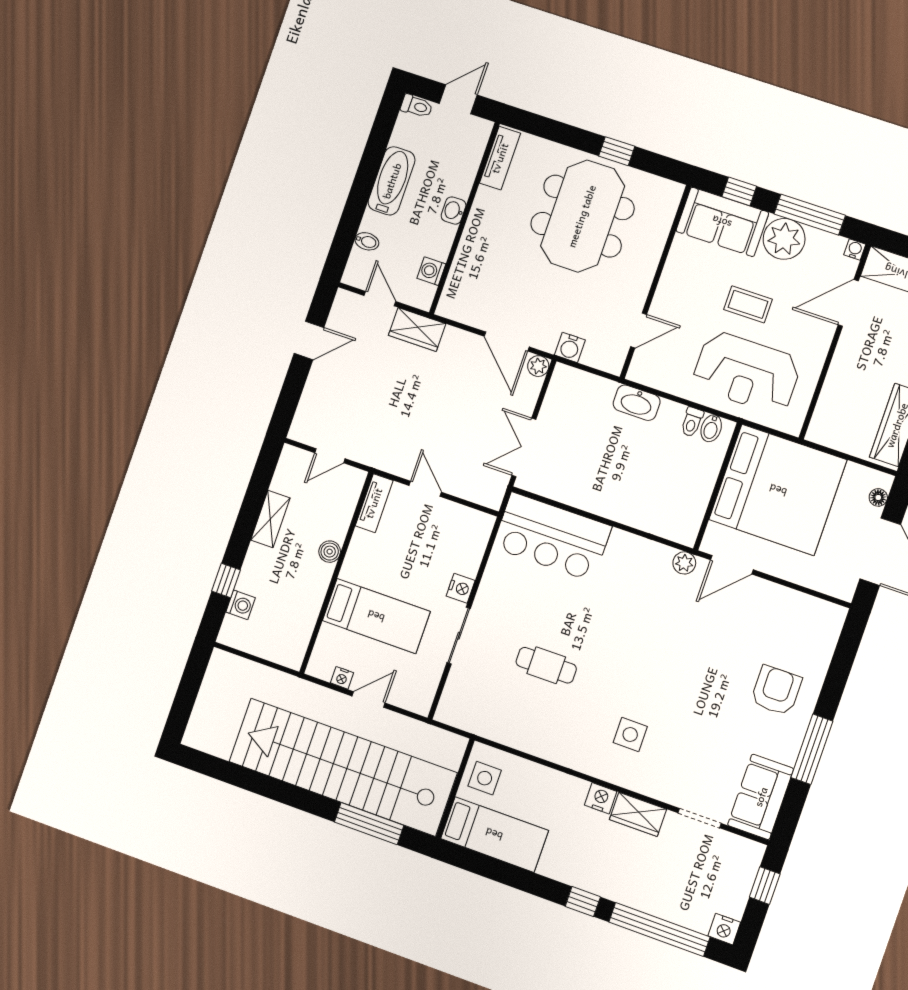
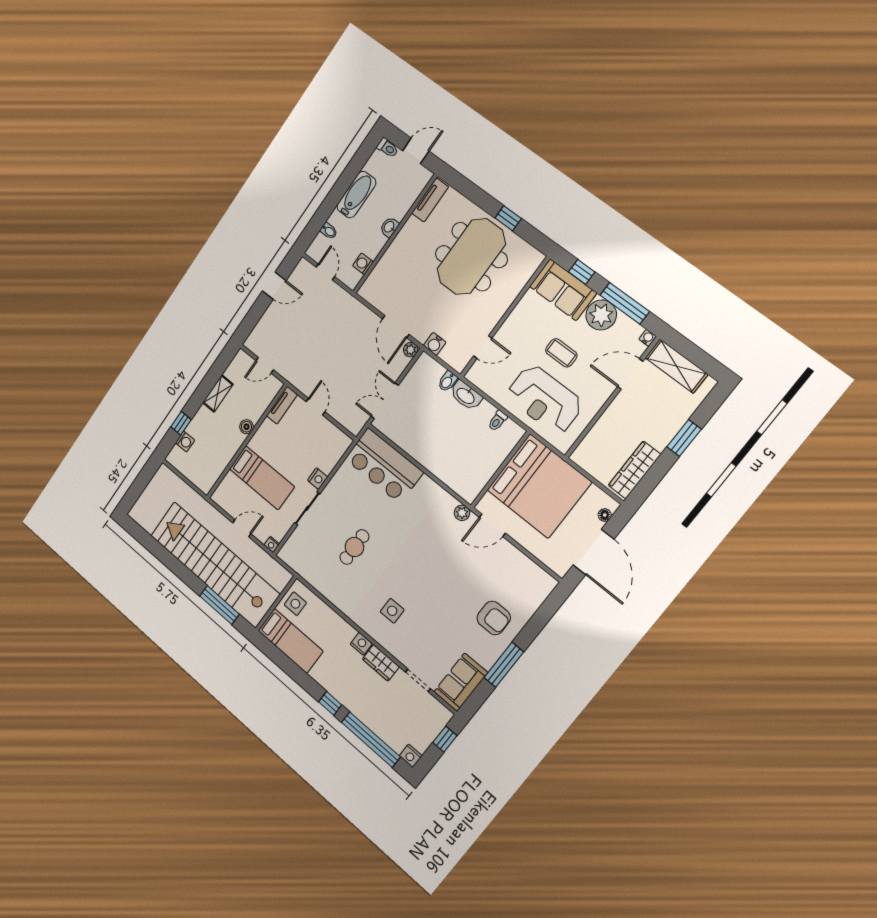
wardrobe: (417, 330) -> (342, 300), removed
bidet: (711, 428) -> (447, 381), moved
cafe table: (546, 665) -> (354, 547), turned 90
nightstand: (342, 678) -> (272, 544), moved
armchair: (776, 690) -> (494, 618), turned 90

